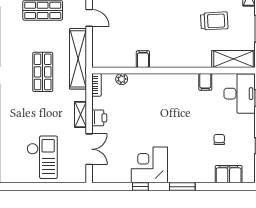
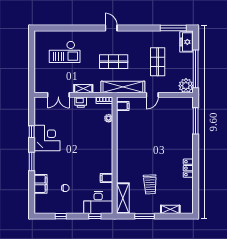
filing cabinet: (143, 59) -> (123, 106), moved
checkout: (42, 157) -> (65, 52), moved
filing cabinet: (229, 174) -> (40, 184), moved

